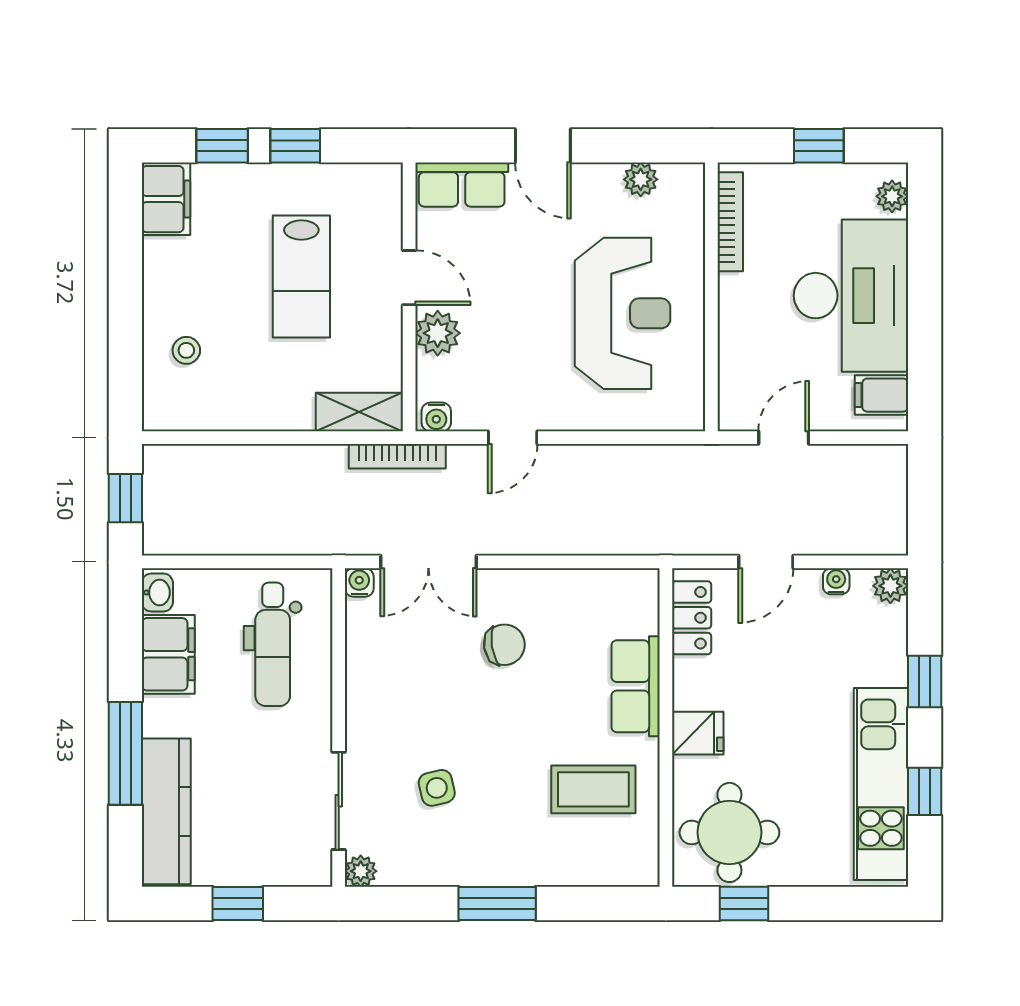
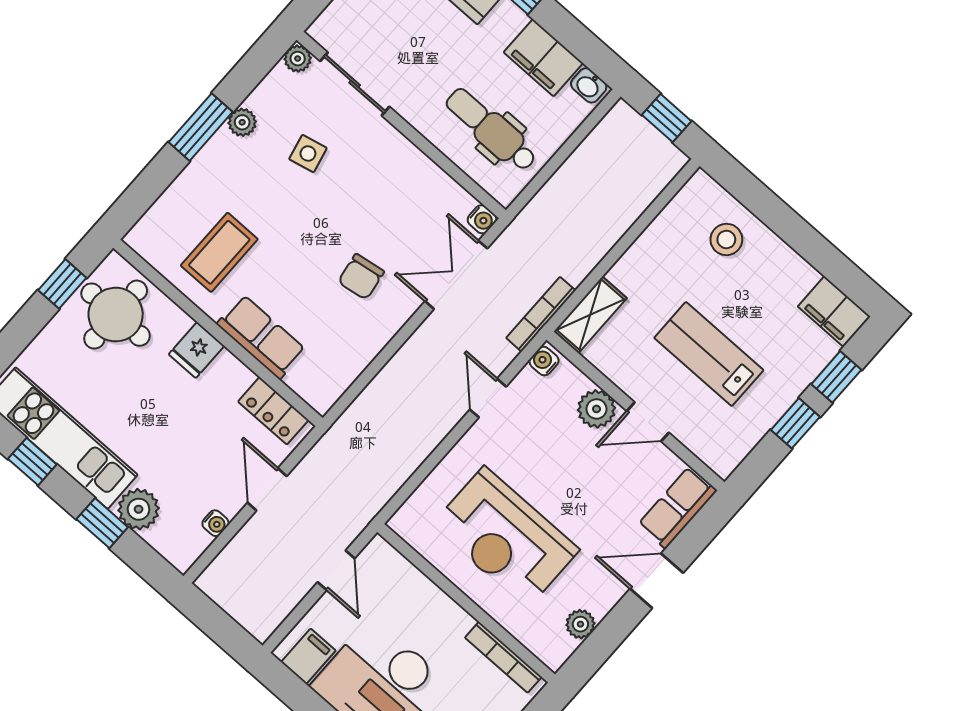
stool: (186, 350) -> (726, 239), width x1.37, depth x1.37
plant: (890, 586) -> (139, 509), moved, width x1.38, depth x1.38
plant: (460, 870) -> (242, 122), added

